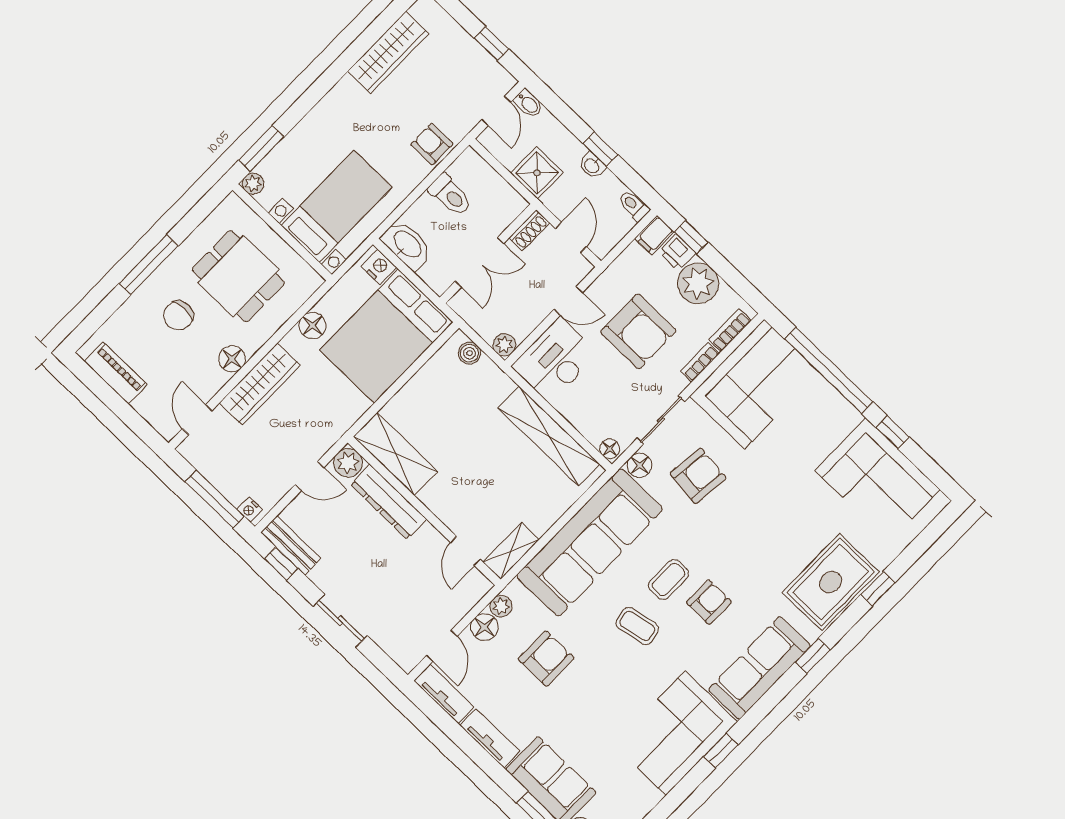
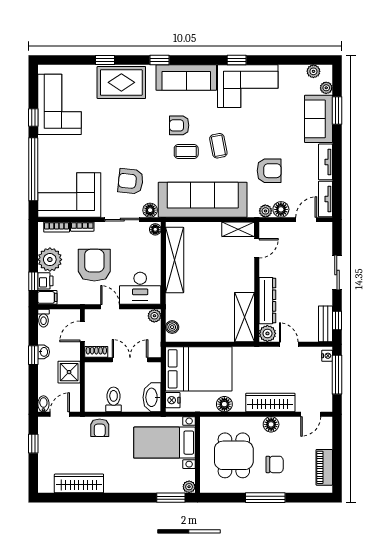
armchair: (546, 659) -> (269, 171), turned 180

